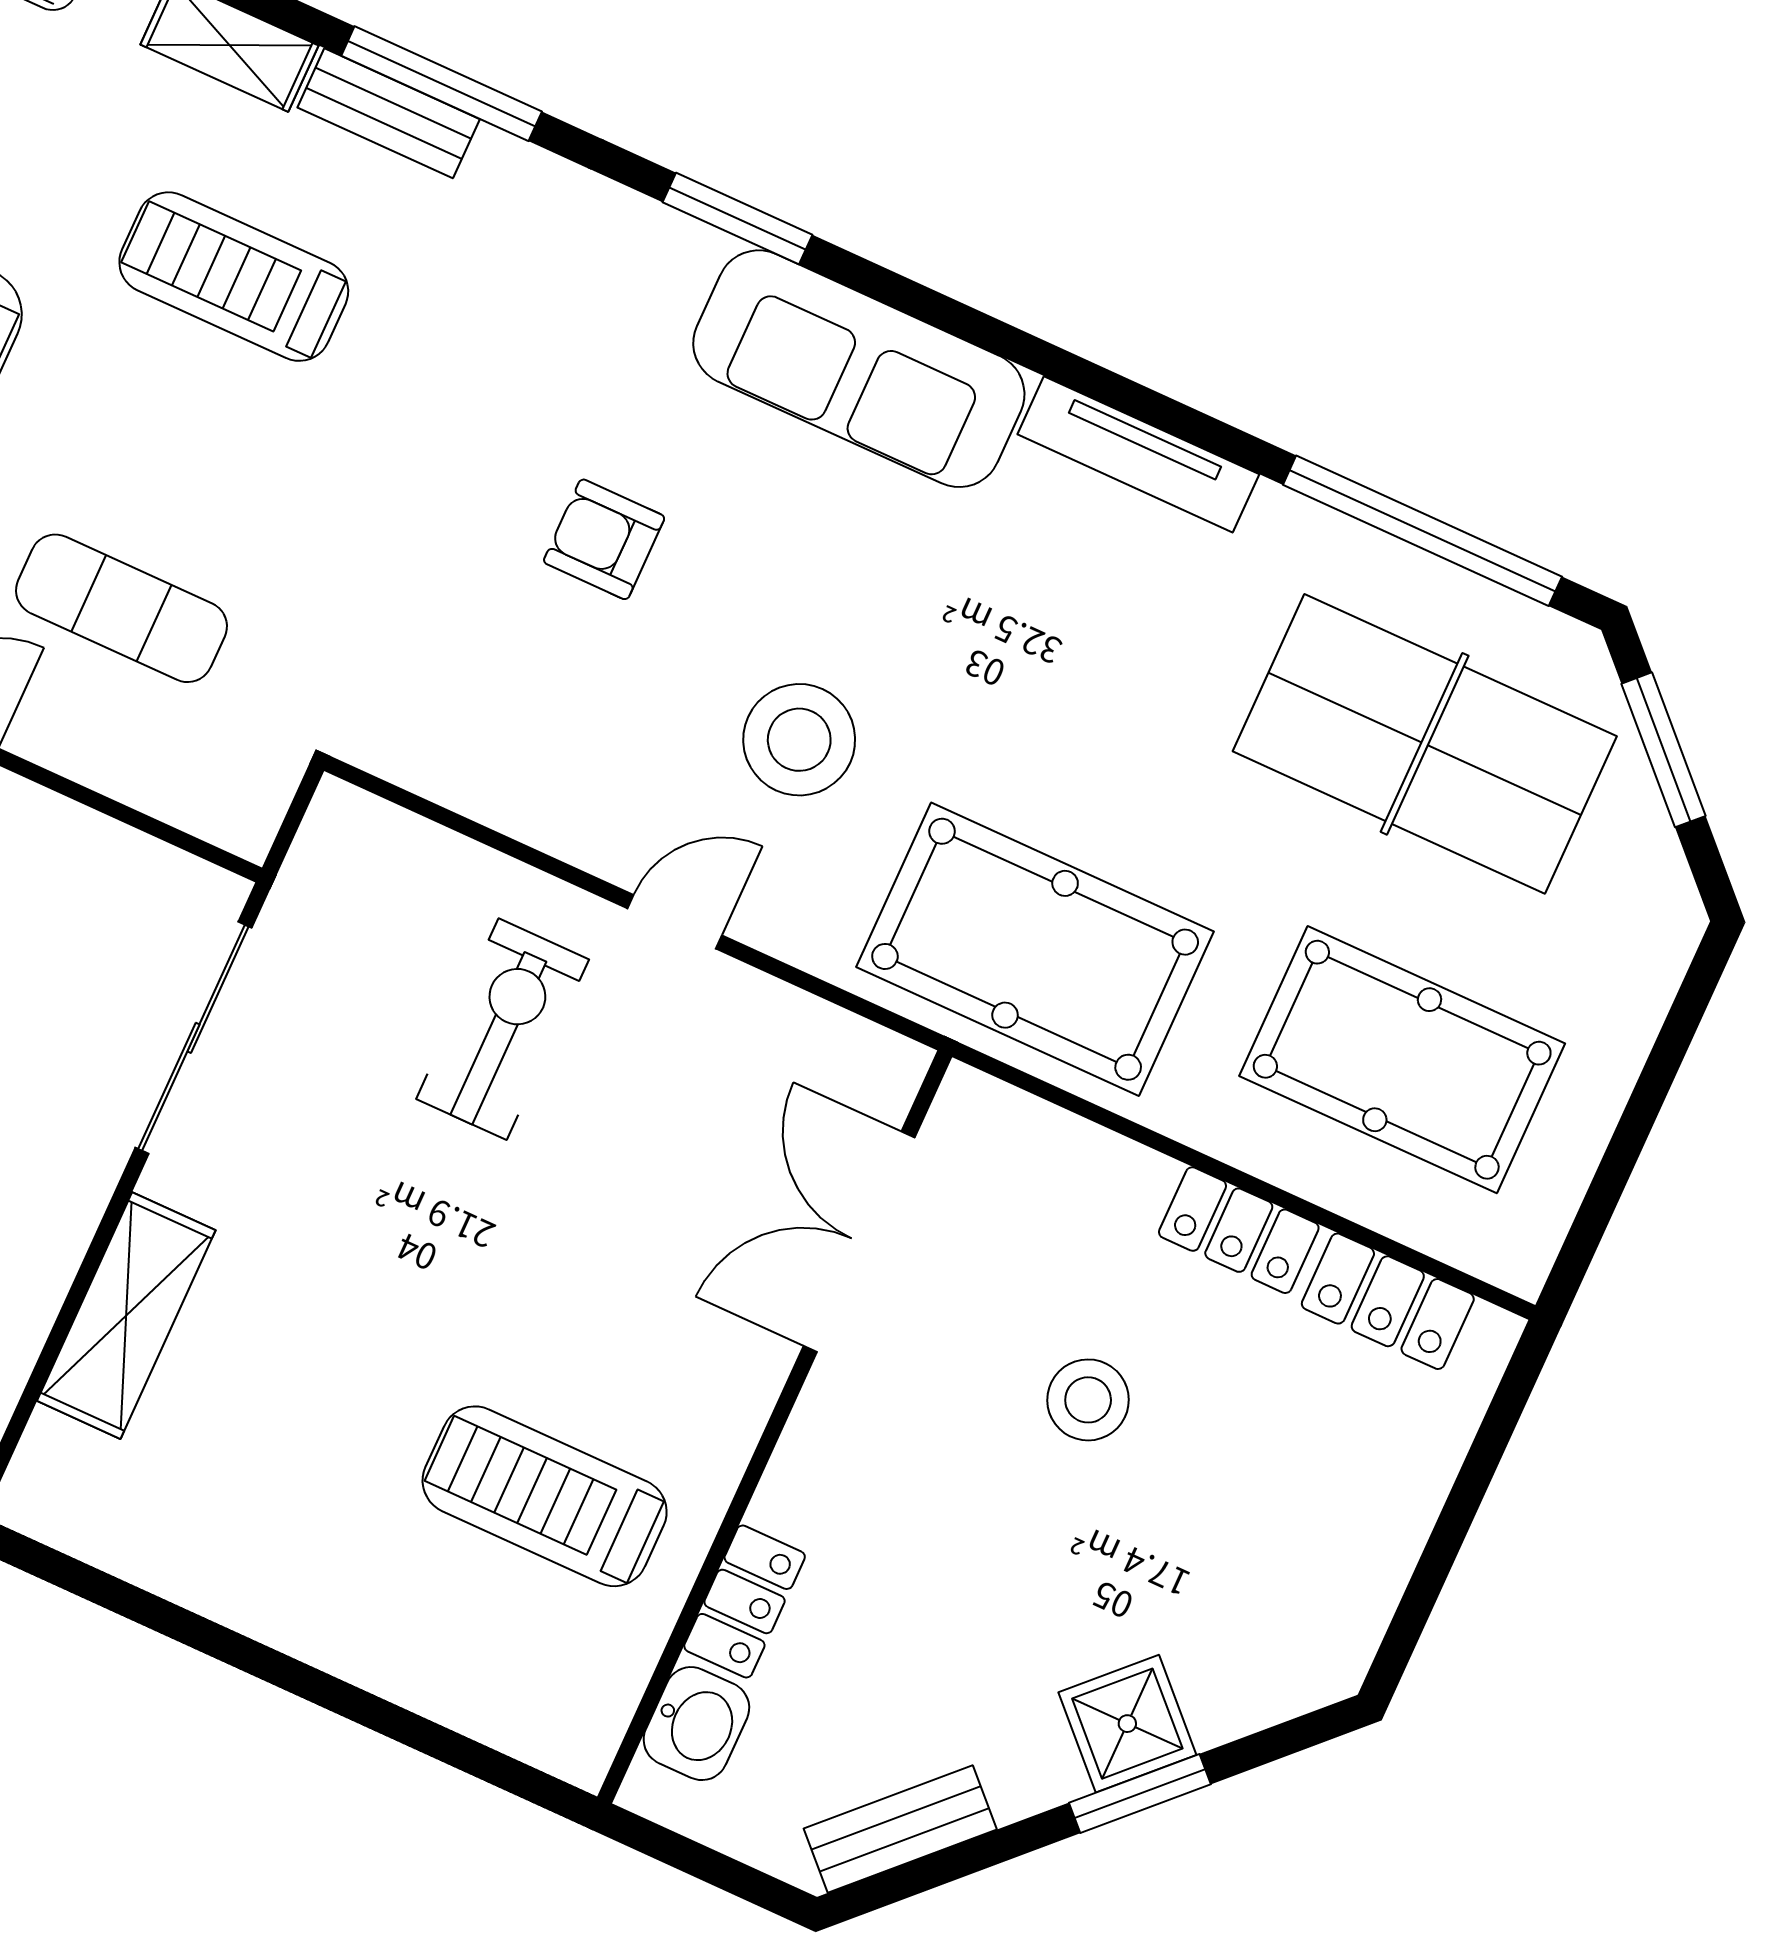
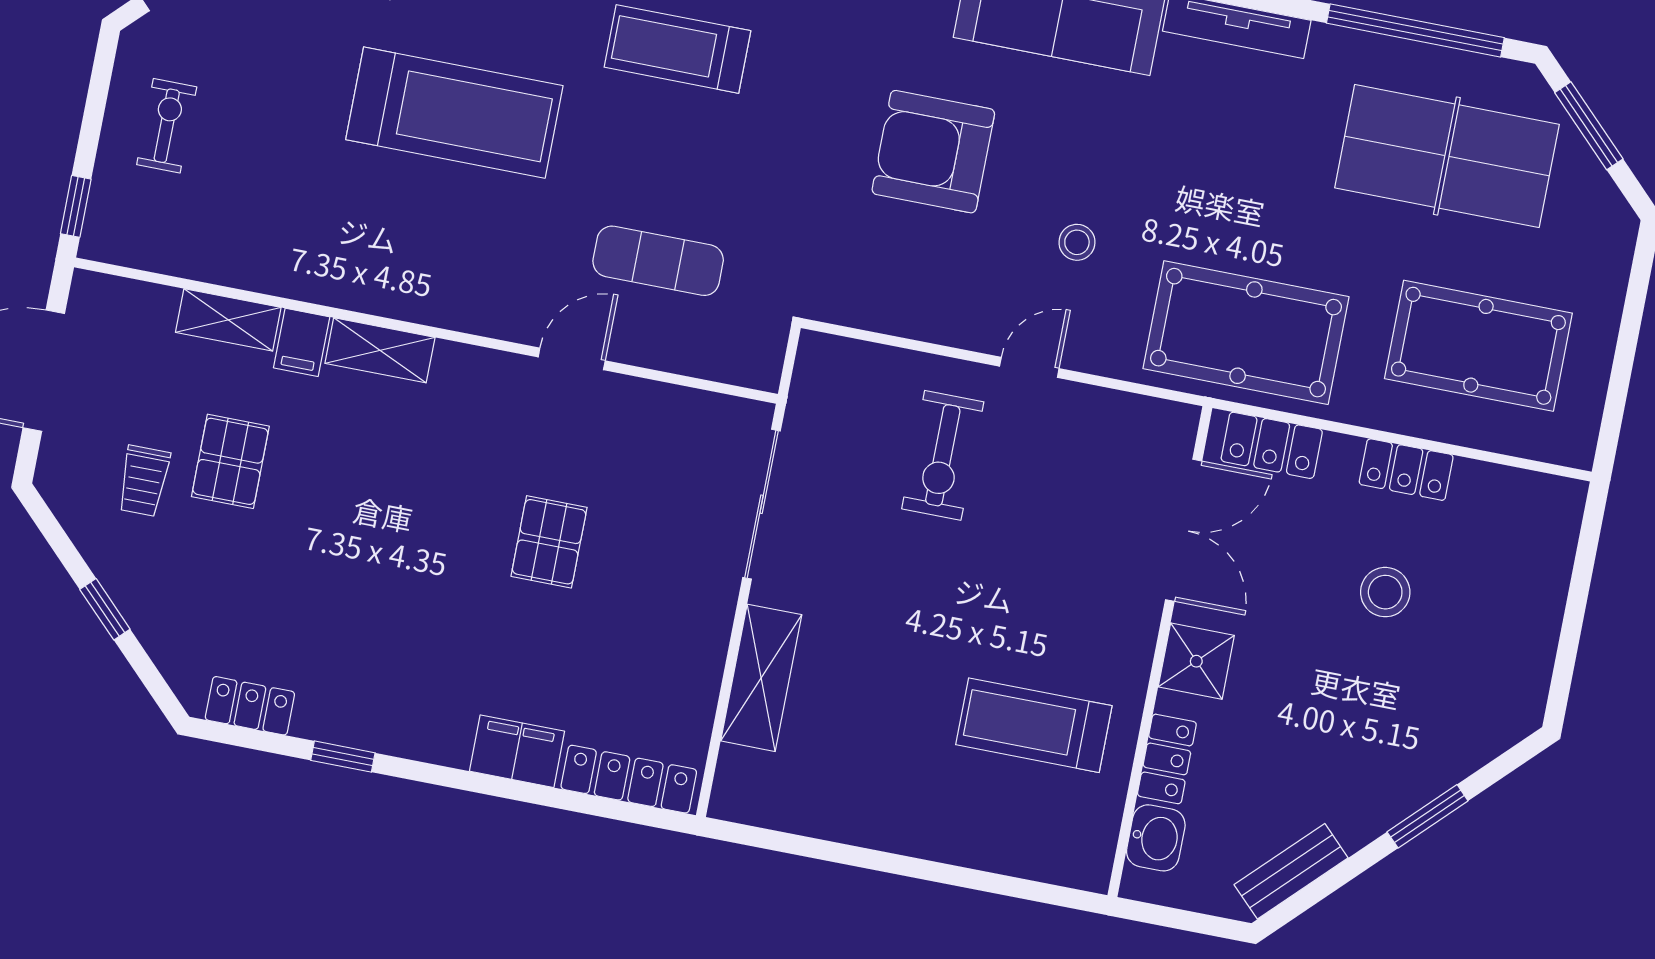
armchair: (604, 539) -> (933, 152), width x1.88, depth x1.88
stool: (799, 740) -> (1077, 242), width x0.53, depth x0.53
exercise bike: (503, 1029) -> (943, 455), turned 180
double door: (859, 1242) -> (1184, 530), swing flipped
locker: (1388, 1301) -> (1272, 445), moved
stool: (1088, 1400) -> (1385, 592), moved
shower: (1127, 1724) -> (1196, 661), moved, turned 45

